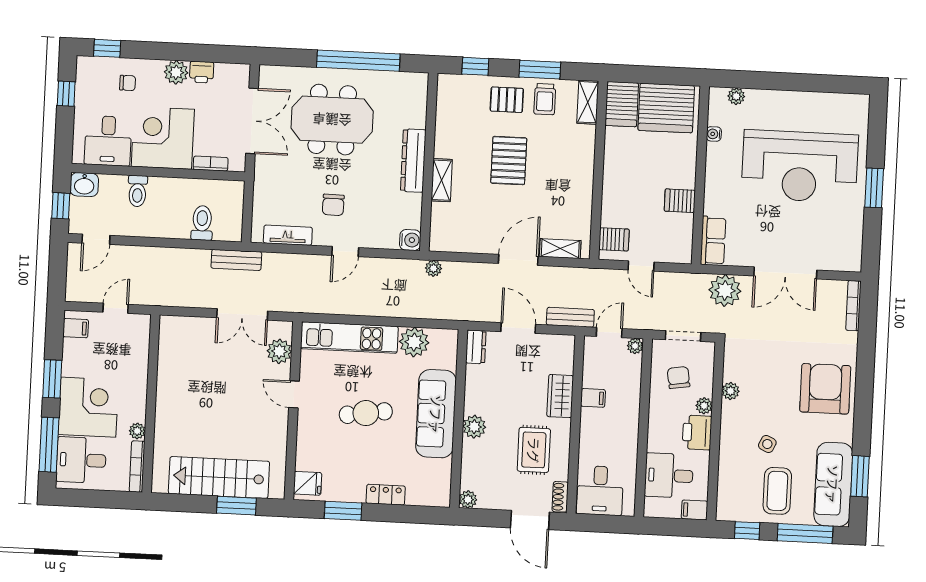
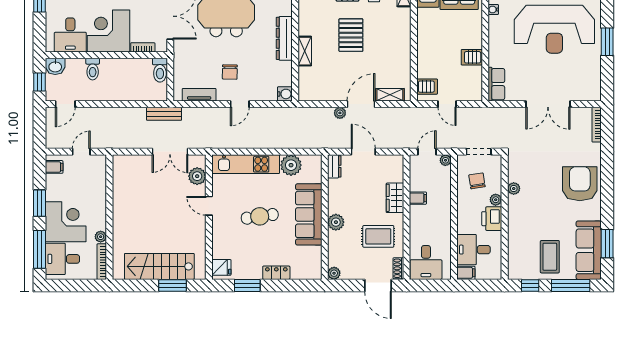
toilet: (202, 223) -> (160, 70), moved, turned 180
plant: (433, 268) -> (340, 113), moved
plant: (725, 290) -> (506, 118), removed
bench: (570, 317) -> (399, 142), removed
side table: (767, 444) -> (541, 224), removed
rug: (534, 450) -> (378, 236), turned 90
filing cabinet: (695, 510) -> (466, 273), moved, turned 180

